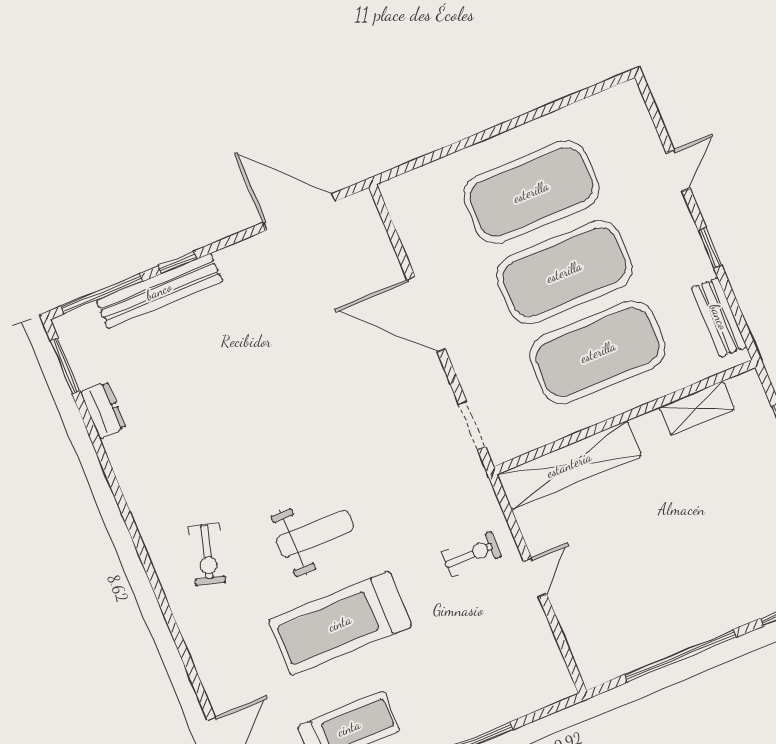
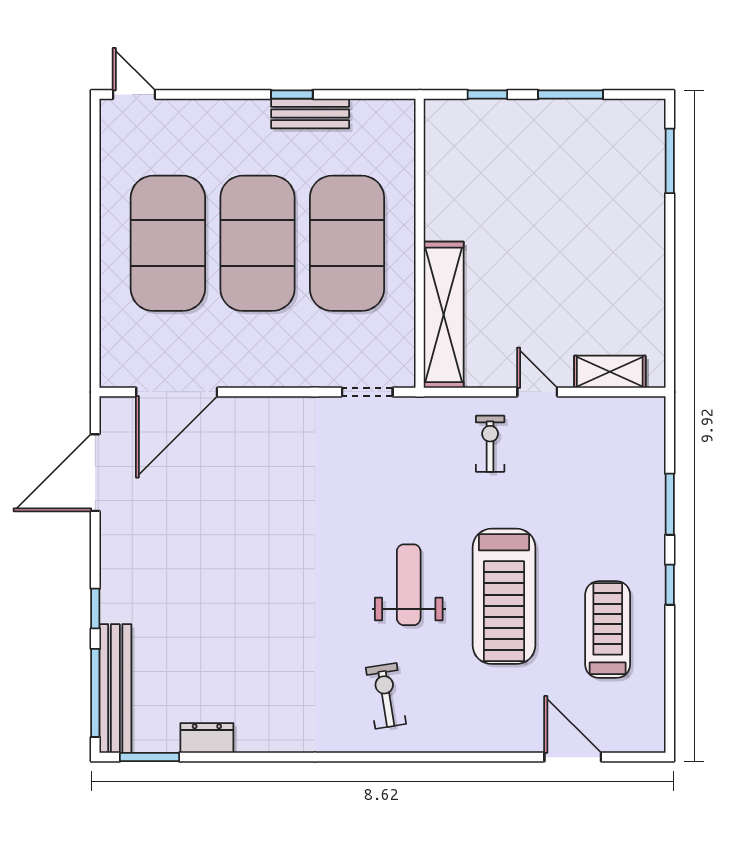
door: (678, 171) -> (134, 95), moved
bench: (159, 291) -> (115, 689), moved
door: (426, 314) -> (177, 392), moved
bench: (719, 317) -> (310, 113), moved
shelving: (697, 408) -> (610, 372), moved, turned 90
exercise bike: (207, 555) -> (386, 696), turned -115
window: (681, 656) -> (670, 284), removed

